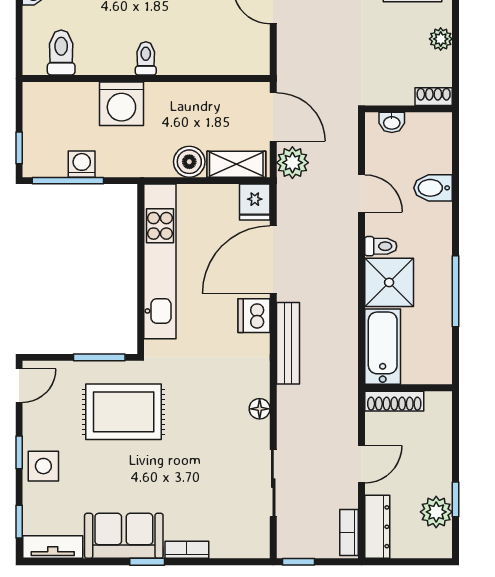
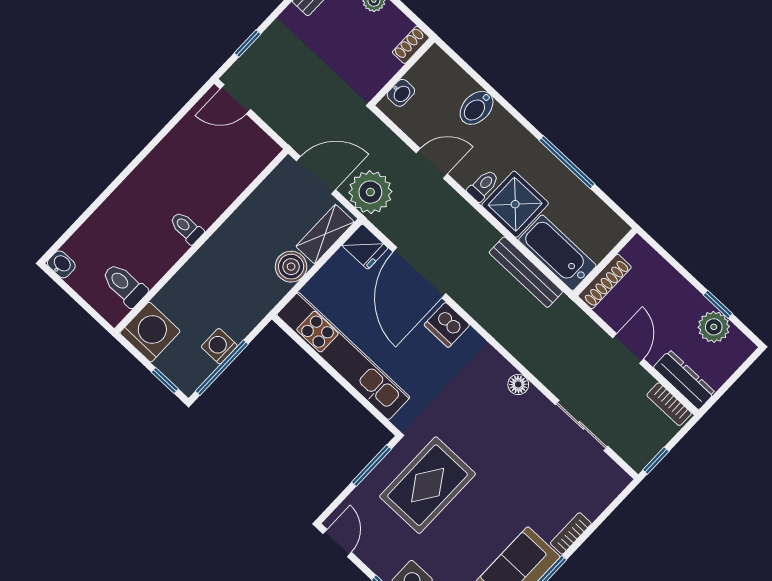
washing machine: (121, 104) -> (150, 332), moved, turned -90
plant: (292, 163) -> (370, 192), width x1.36, depth x1.36
bench: (288, 343) -> (526, 272), moved

